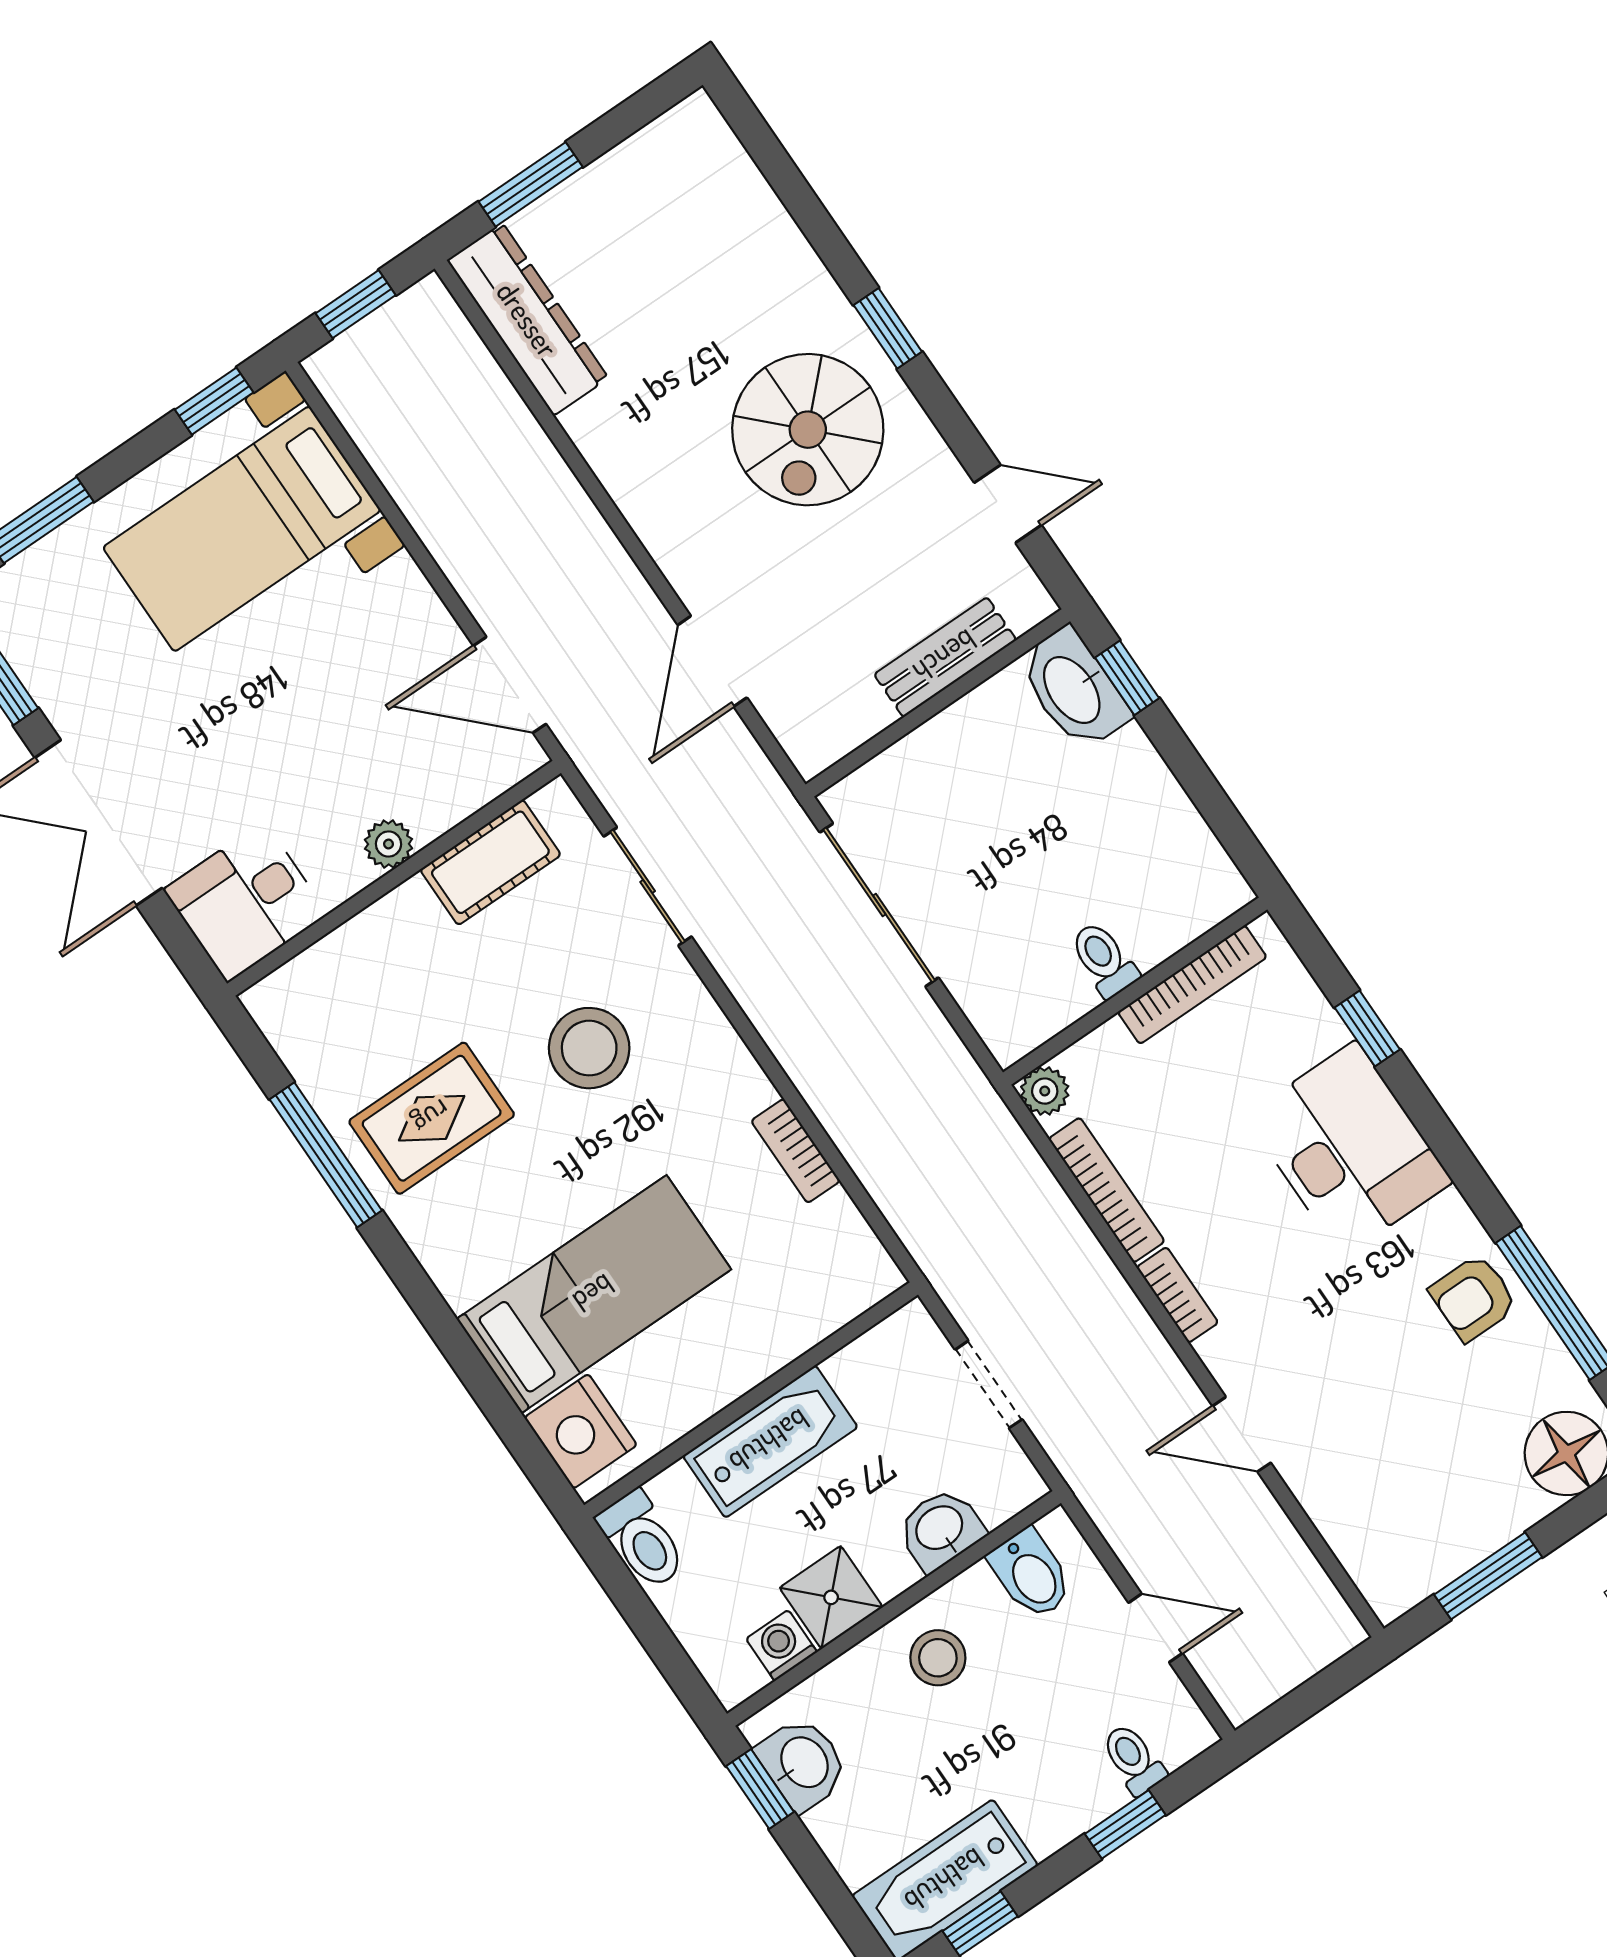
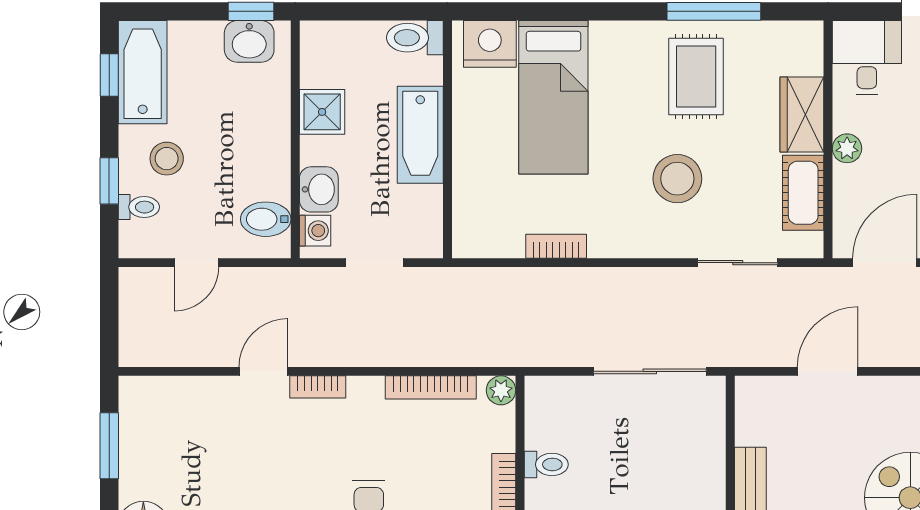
door: (712, 661) -> (828, 371), hinge flipped
wardrobe: (384, 938) -> (802, 115), added
bookcase: (1177, 1295) -> (318, 387), moved
washing machine: (781, 1645) -> (315, 231), moved
stool: (938, 1658) -> (167, 159), moved

